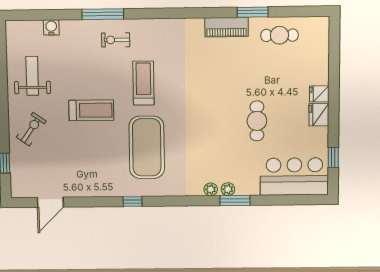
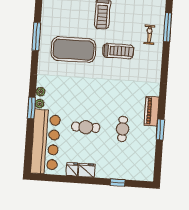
cafe table: (279, 35) -> (123, 129), moved
fridge: (319, 94) -> (72, 169), moved
window: (333, 157) -> (118, 183), moved
bar counter: (294, 177) -> (45, 142), width x1.36
window: (133, 201) -> (36, 36), width x2.17

